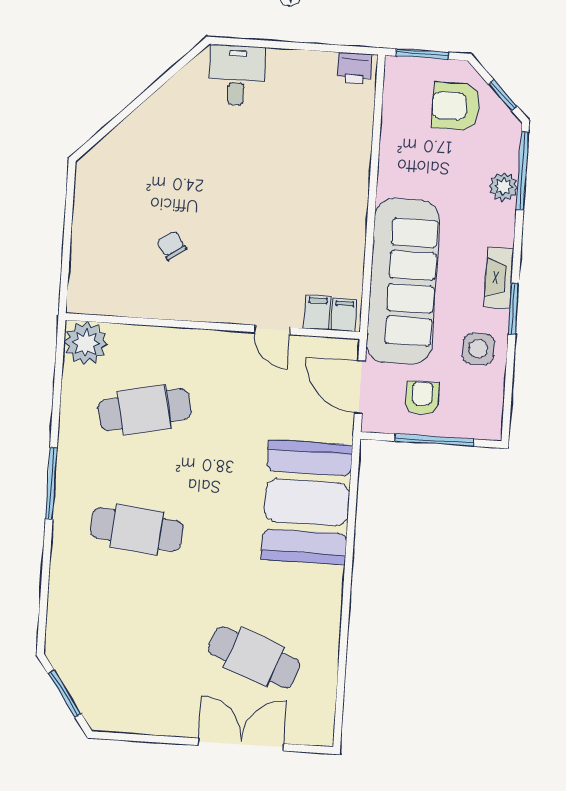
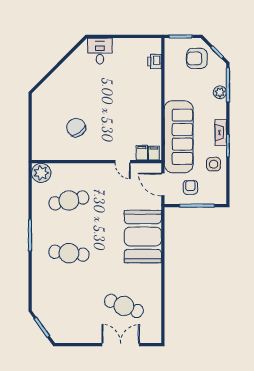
printer: (355, 68) -> (155, 62), moved, turned 90
chair: (172, 245) -> (76, 128), width x1.87, depth x1.87

